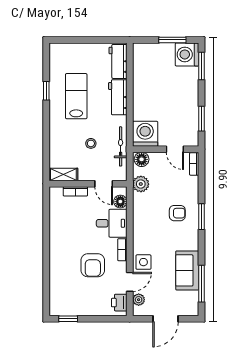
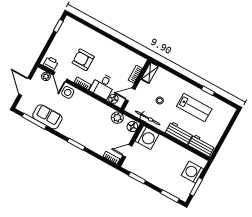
washing machine: (187, 54) -> (192, 172), moved, turned -90
armchair: (177, 213) -> (87, 130), removed

